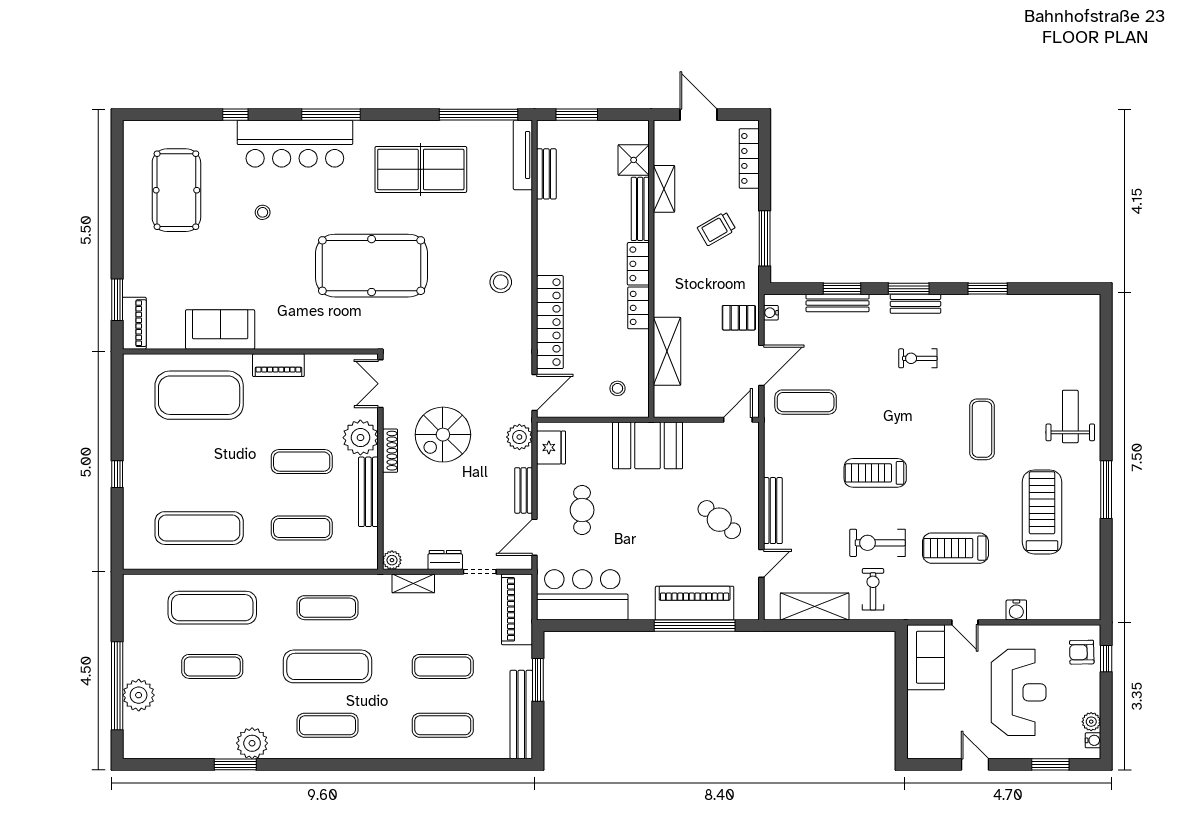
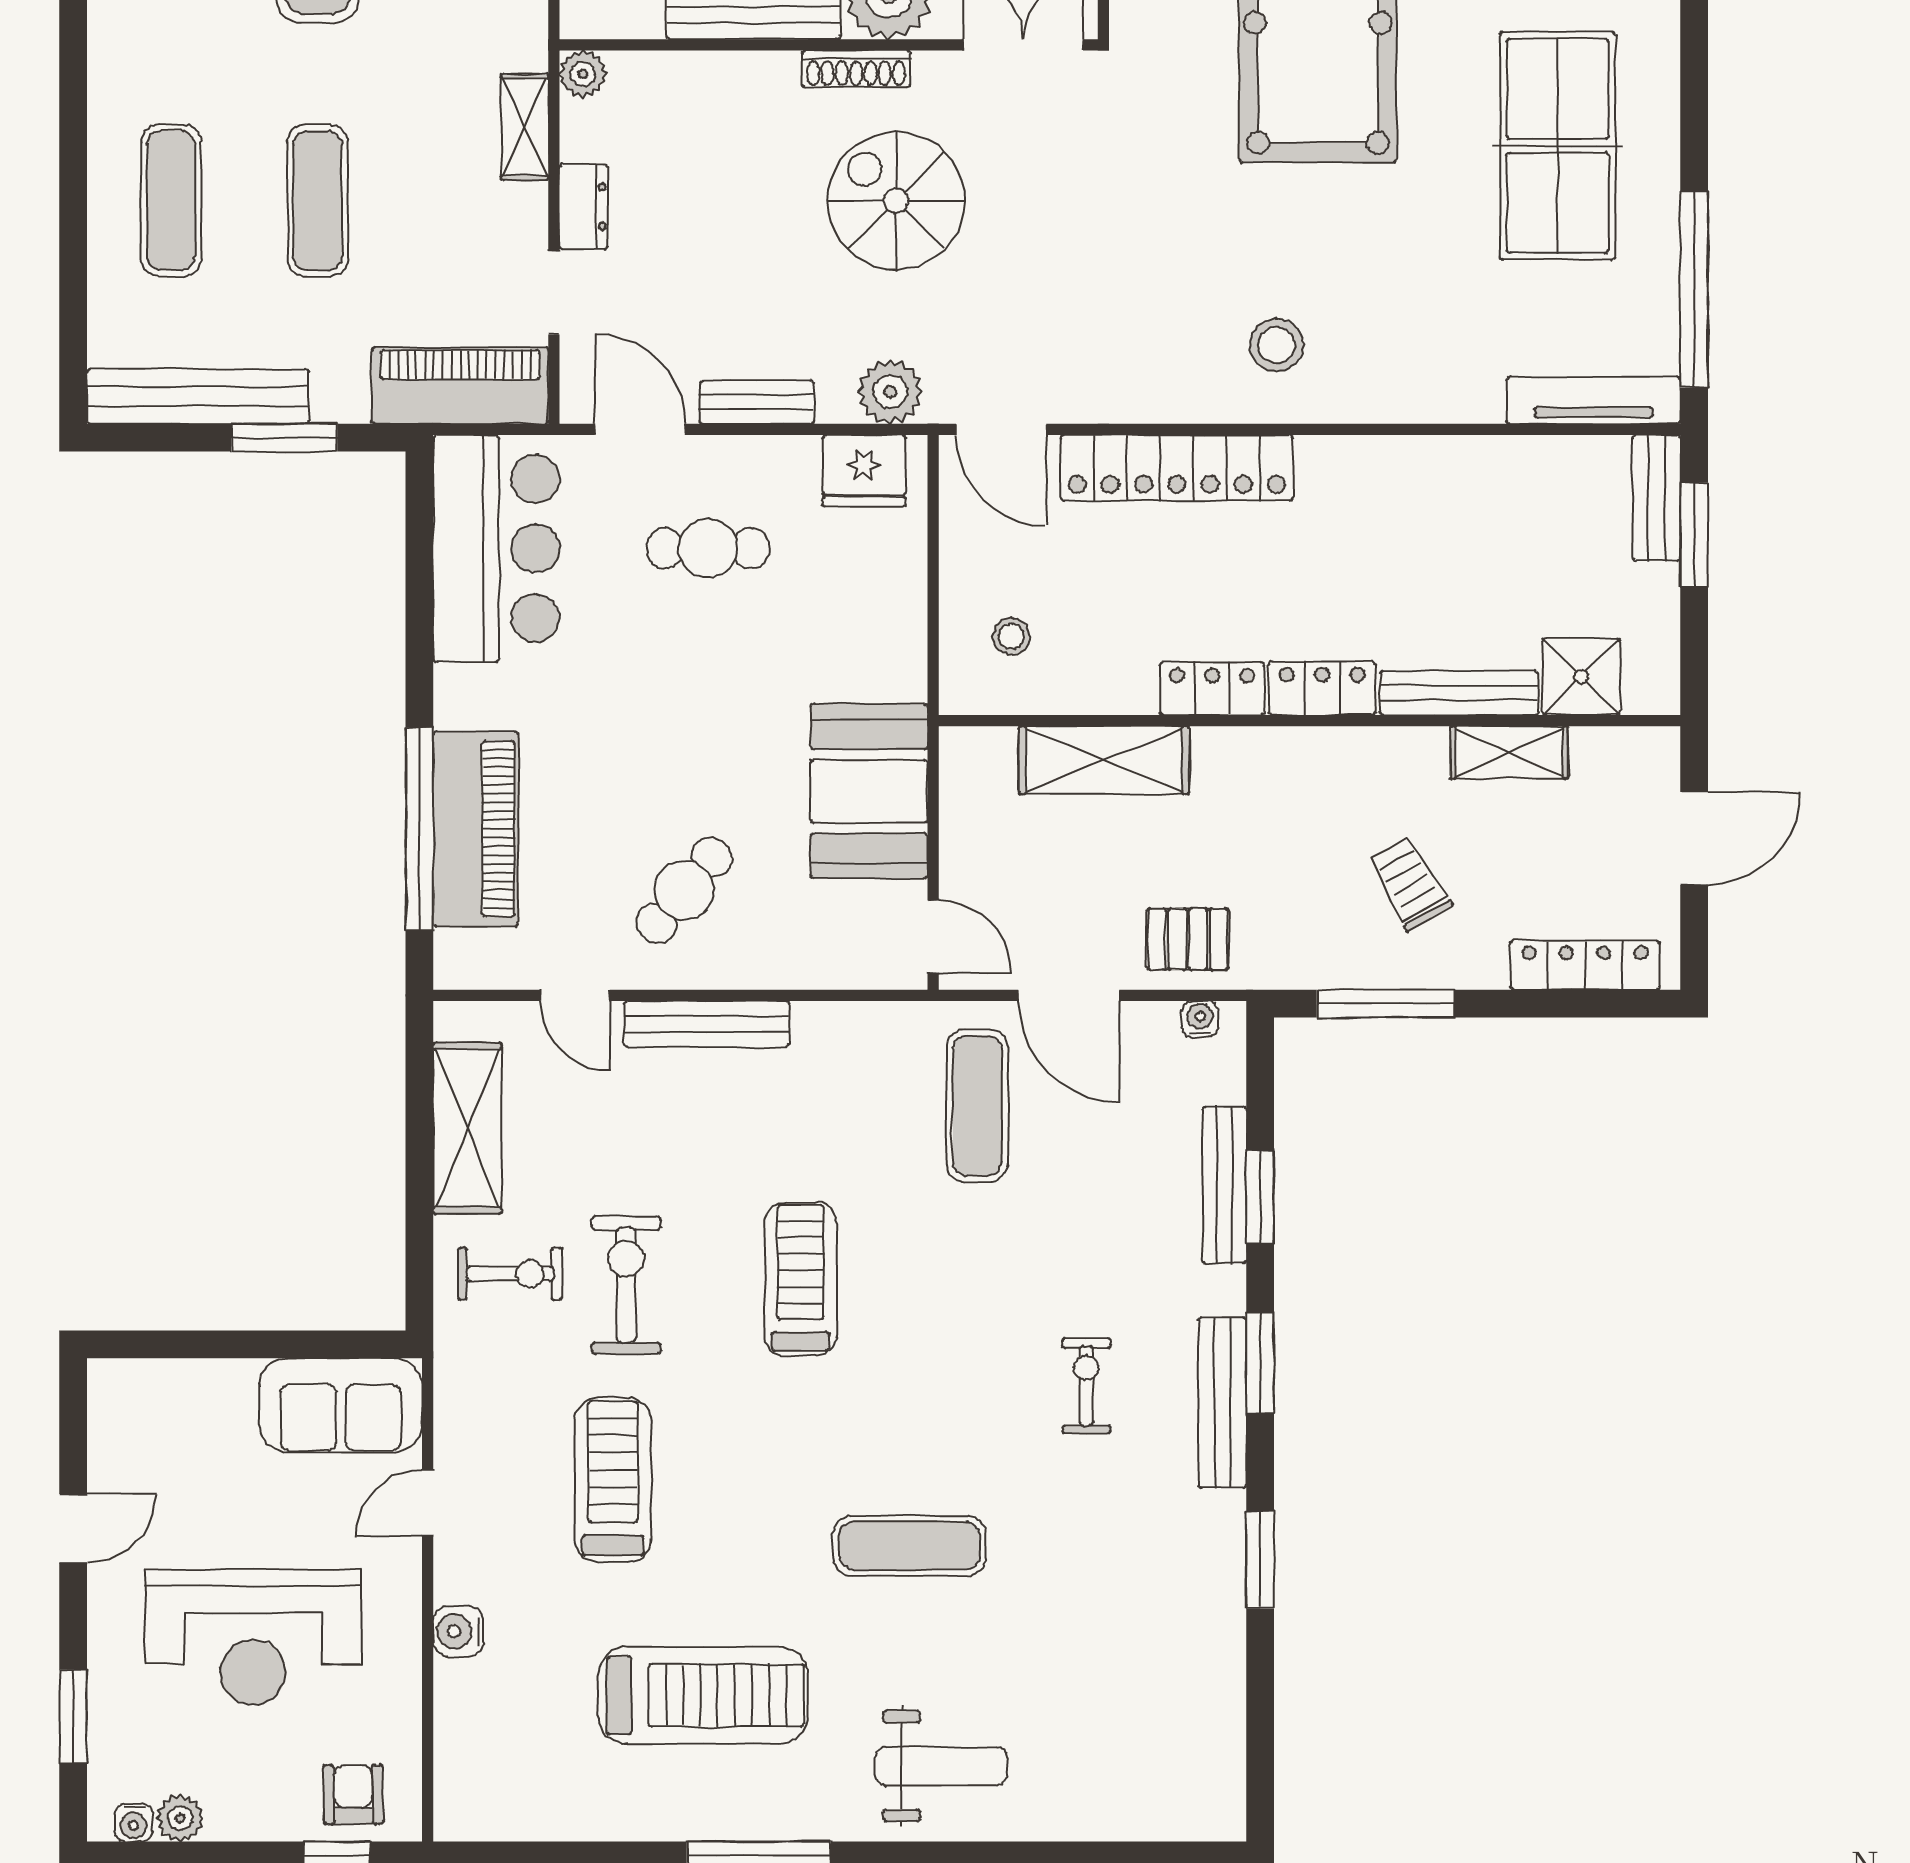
bench: (546, 174) -> (1656, 498), moved, turned 90
bench: (915, 304) -> (1222, 1403), width x1.36
pallet: (739, 318) -> (1188, 939), turned 90
booth: (648, 445) -> (869, 791), moved

